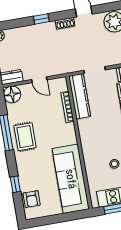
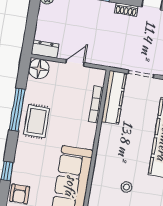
door: (39, 80) -> (75, 63), swing flipped

